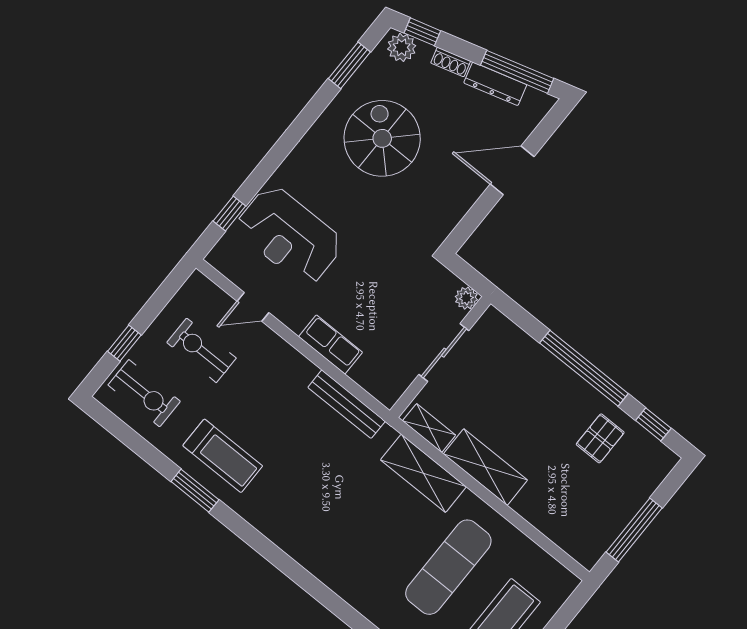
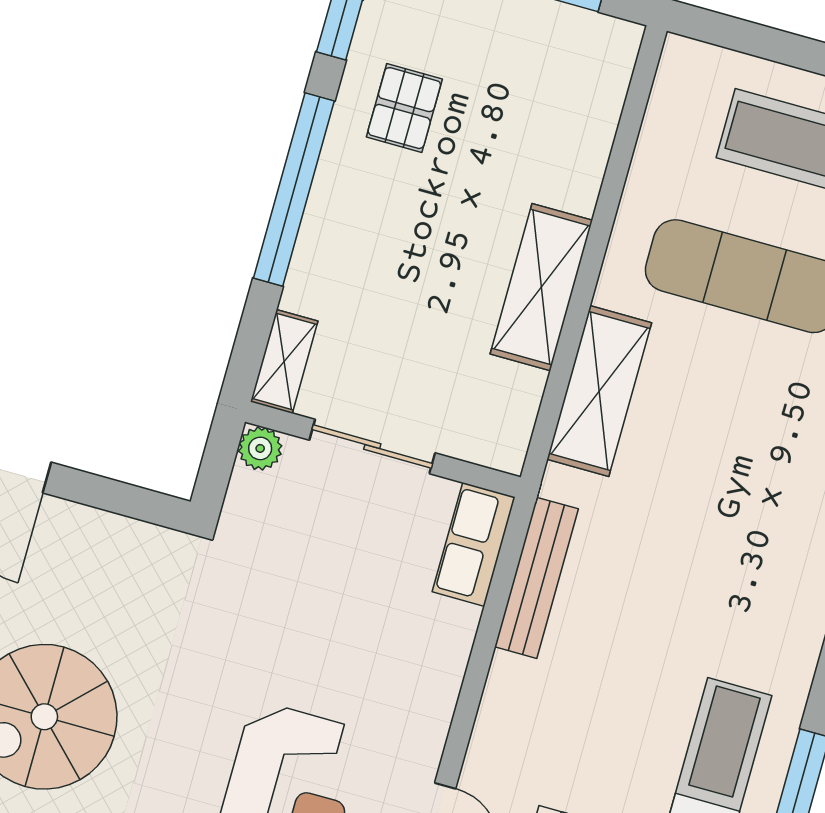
row of seats: (331, 344) -> (474, 544), moved
shelving: (429, 428) -> (284, 361), moved
pallet: (600, 438) -> (404, 108), turned 90

